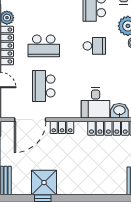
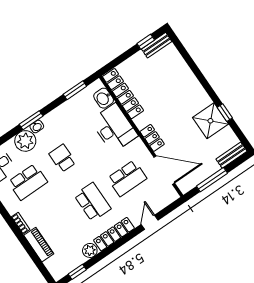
desk: (96, 103) -> (114, 128), width x1.37

